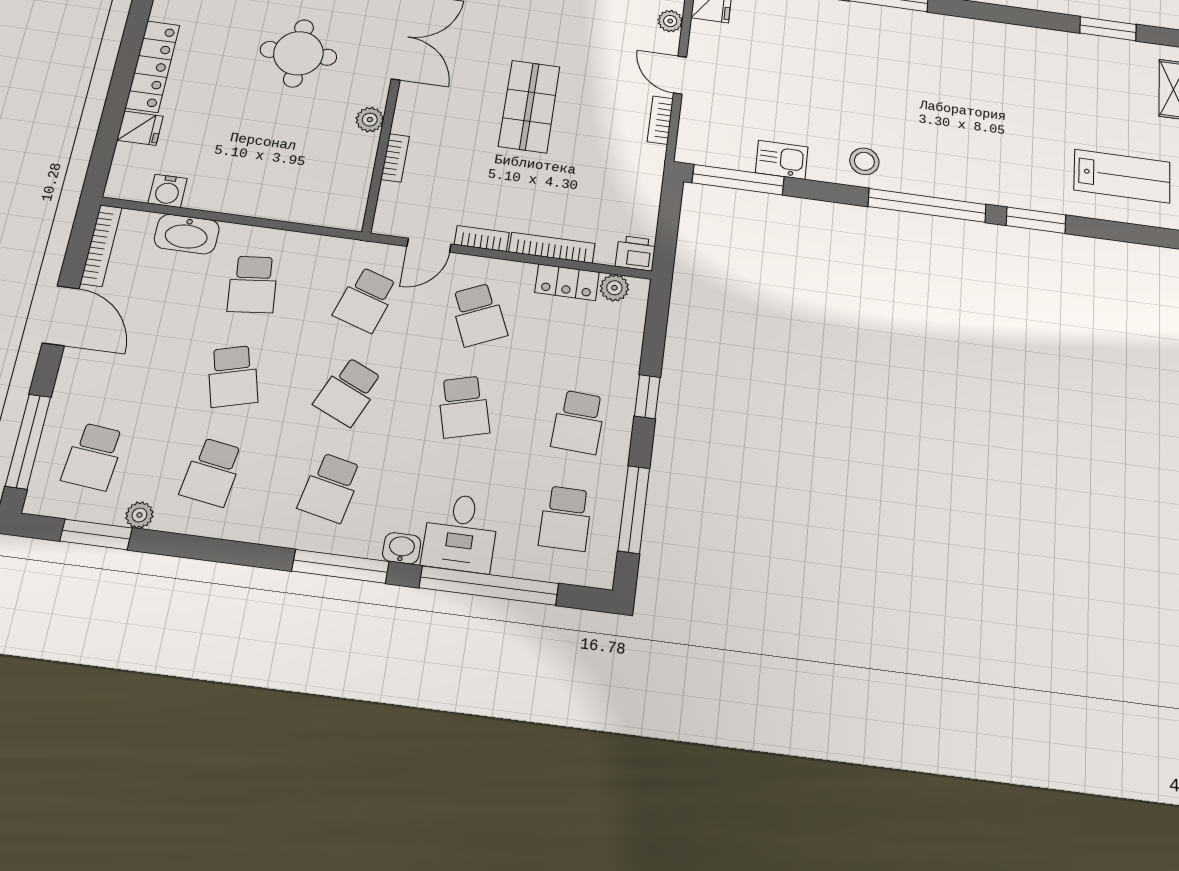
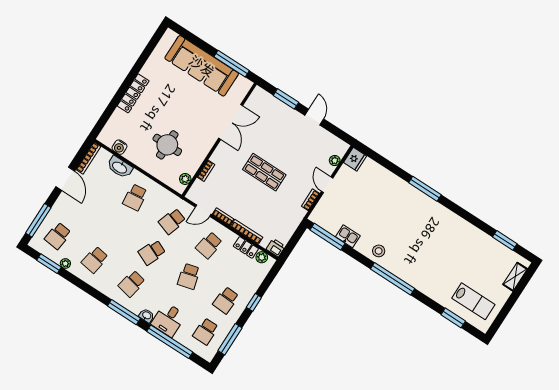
round table: (298, 53) -> (167, 145), moved
shop shelf: (529, 106) -> (264, 172), turned 90
plant: (370, 120) -> (185, 179), moved
fridge: (140, 128) -> (119, 117), removed
window: (1036, 220) -> (453, 318), moved
school desk: (479, 315) -> (209, 245), turned 33
school desk: (233, 376) -> (115, 229), removed

